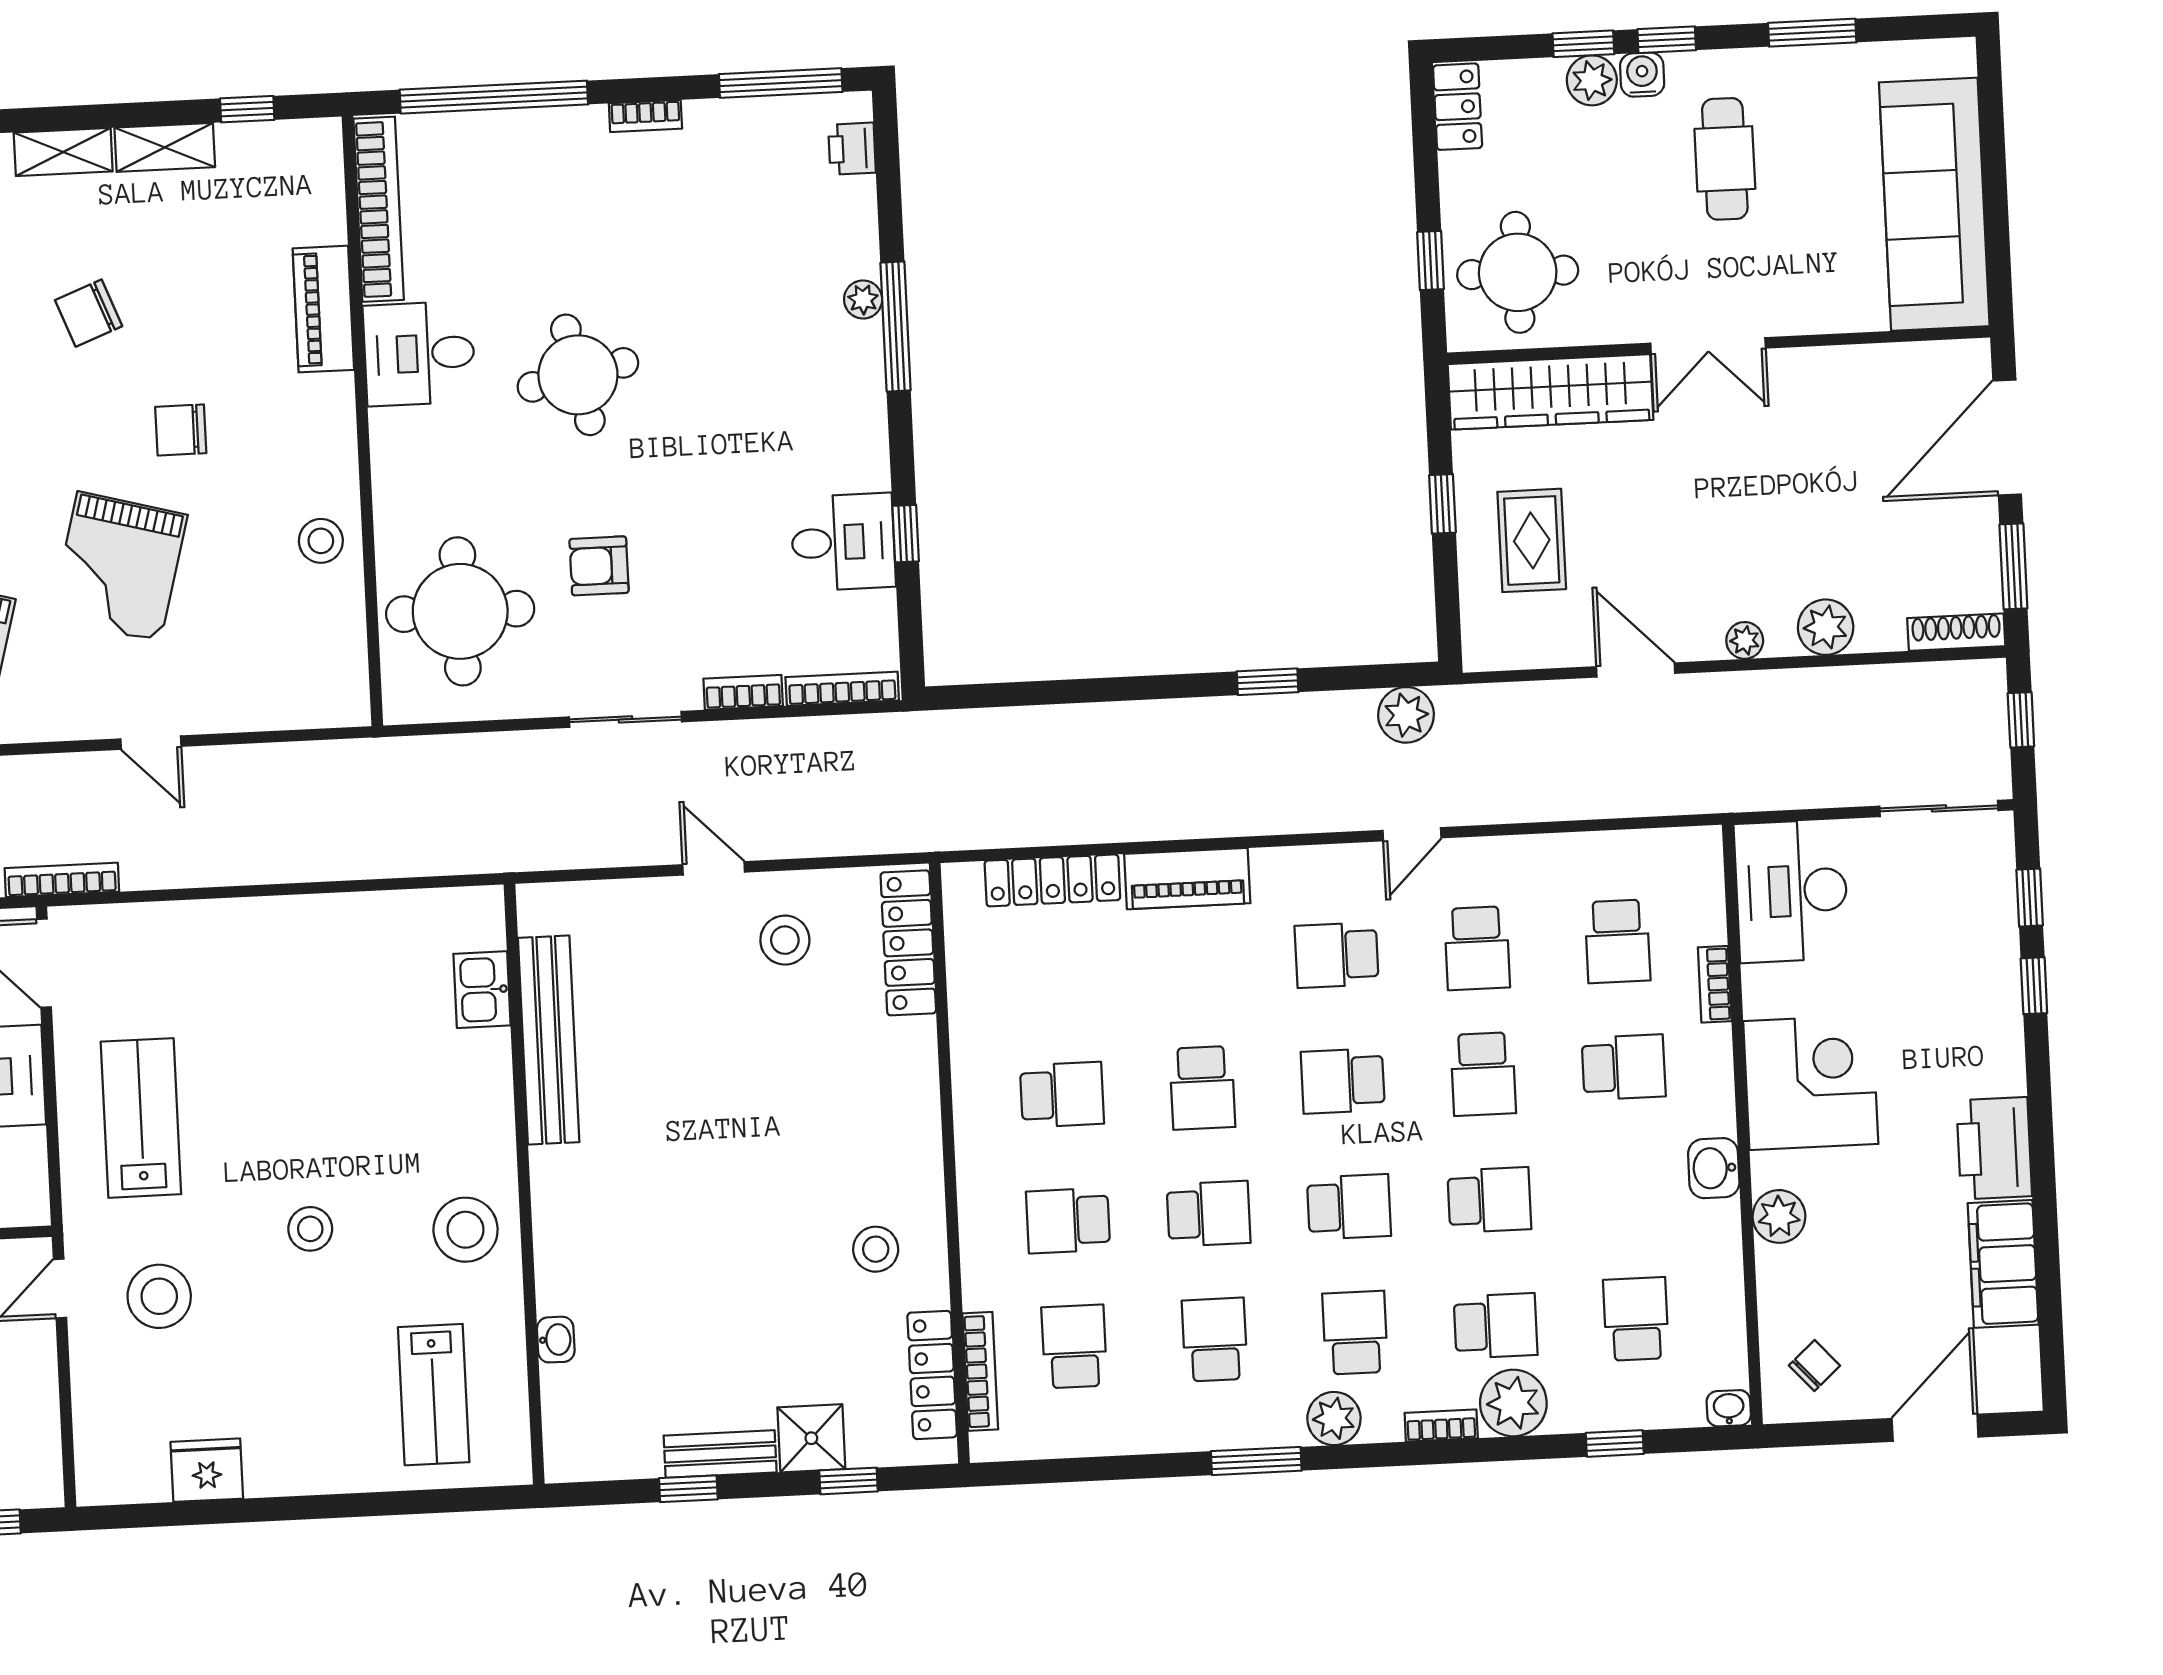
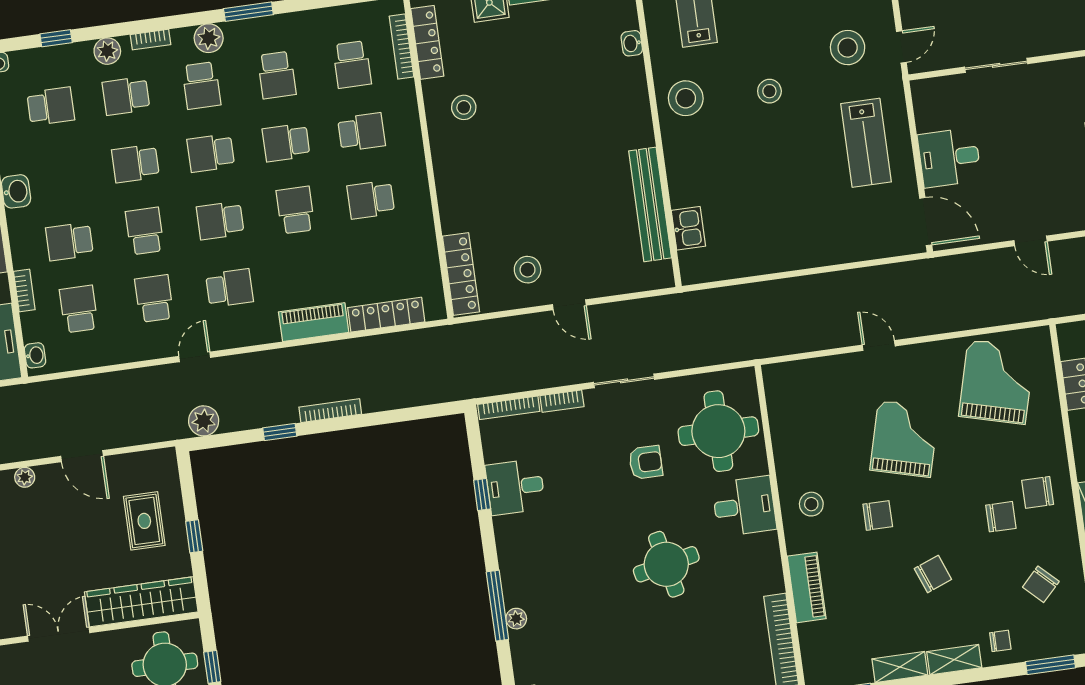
desk: (419, 354) -> (744, 506), moved
stool: (321, 541) -> (811, 504), moved
washbasin: (1706, 863) -> (35, 355), added
bookcase: (62, 880) -> (330, 411), moved, turned 180
school desk: (1343, 1081) -> (220, 221), turned 180
school desk: (1636, 1319) -> (51, 106), turned -90
plant: (1513, 1403) -> (107, 51), width x0.73, depth x0.73

